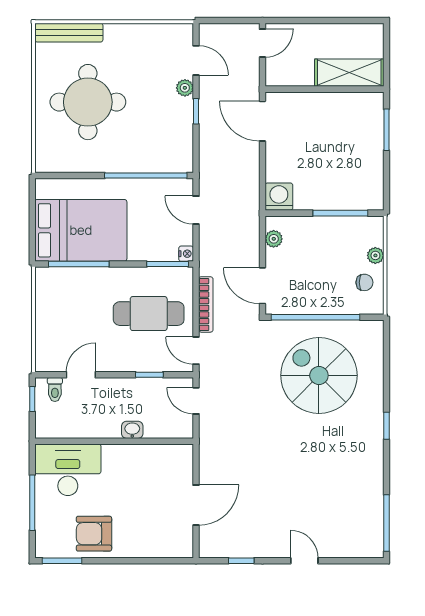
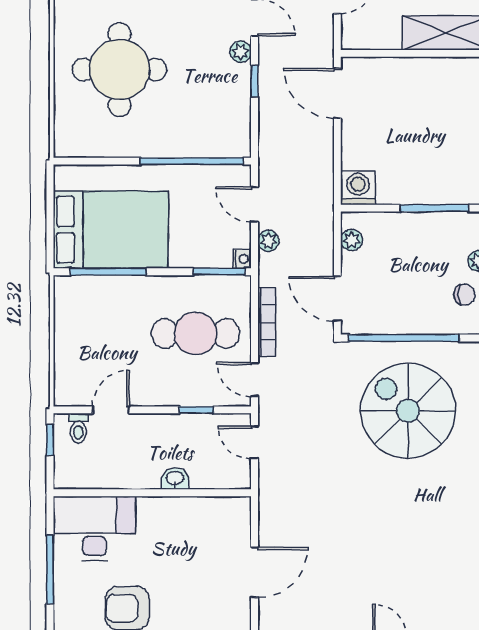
plant: (207, 239) -> (268, 241), added

